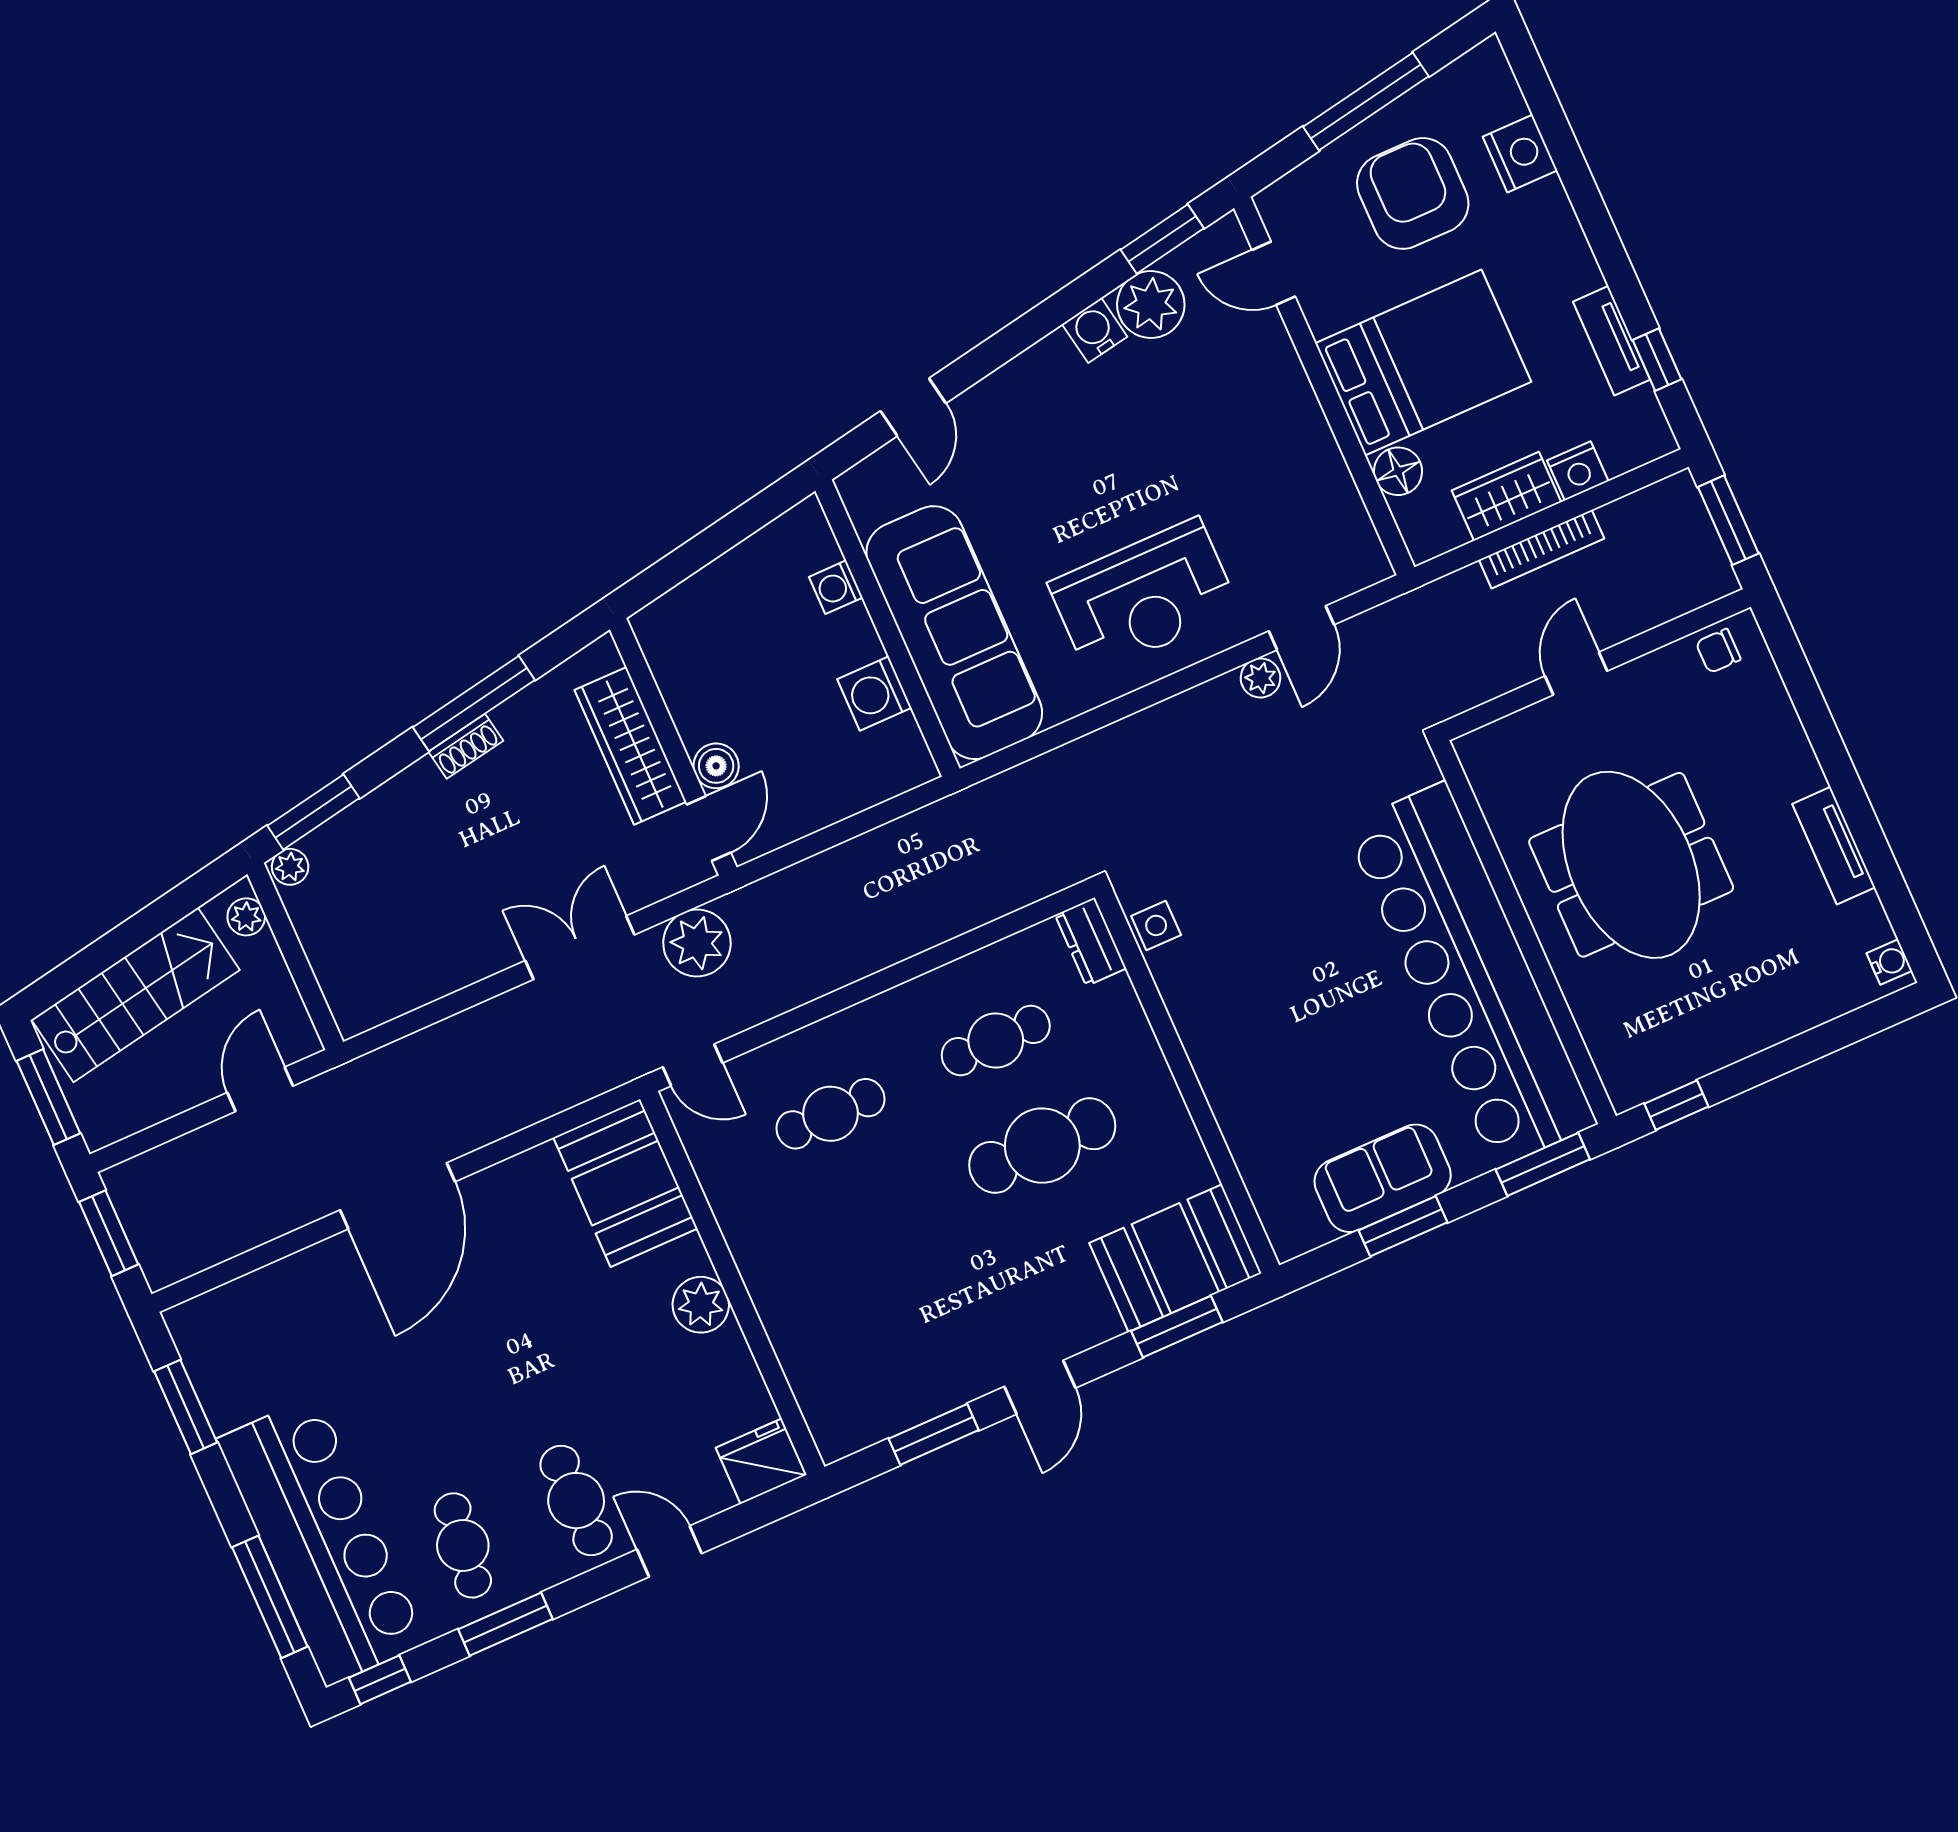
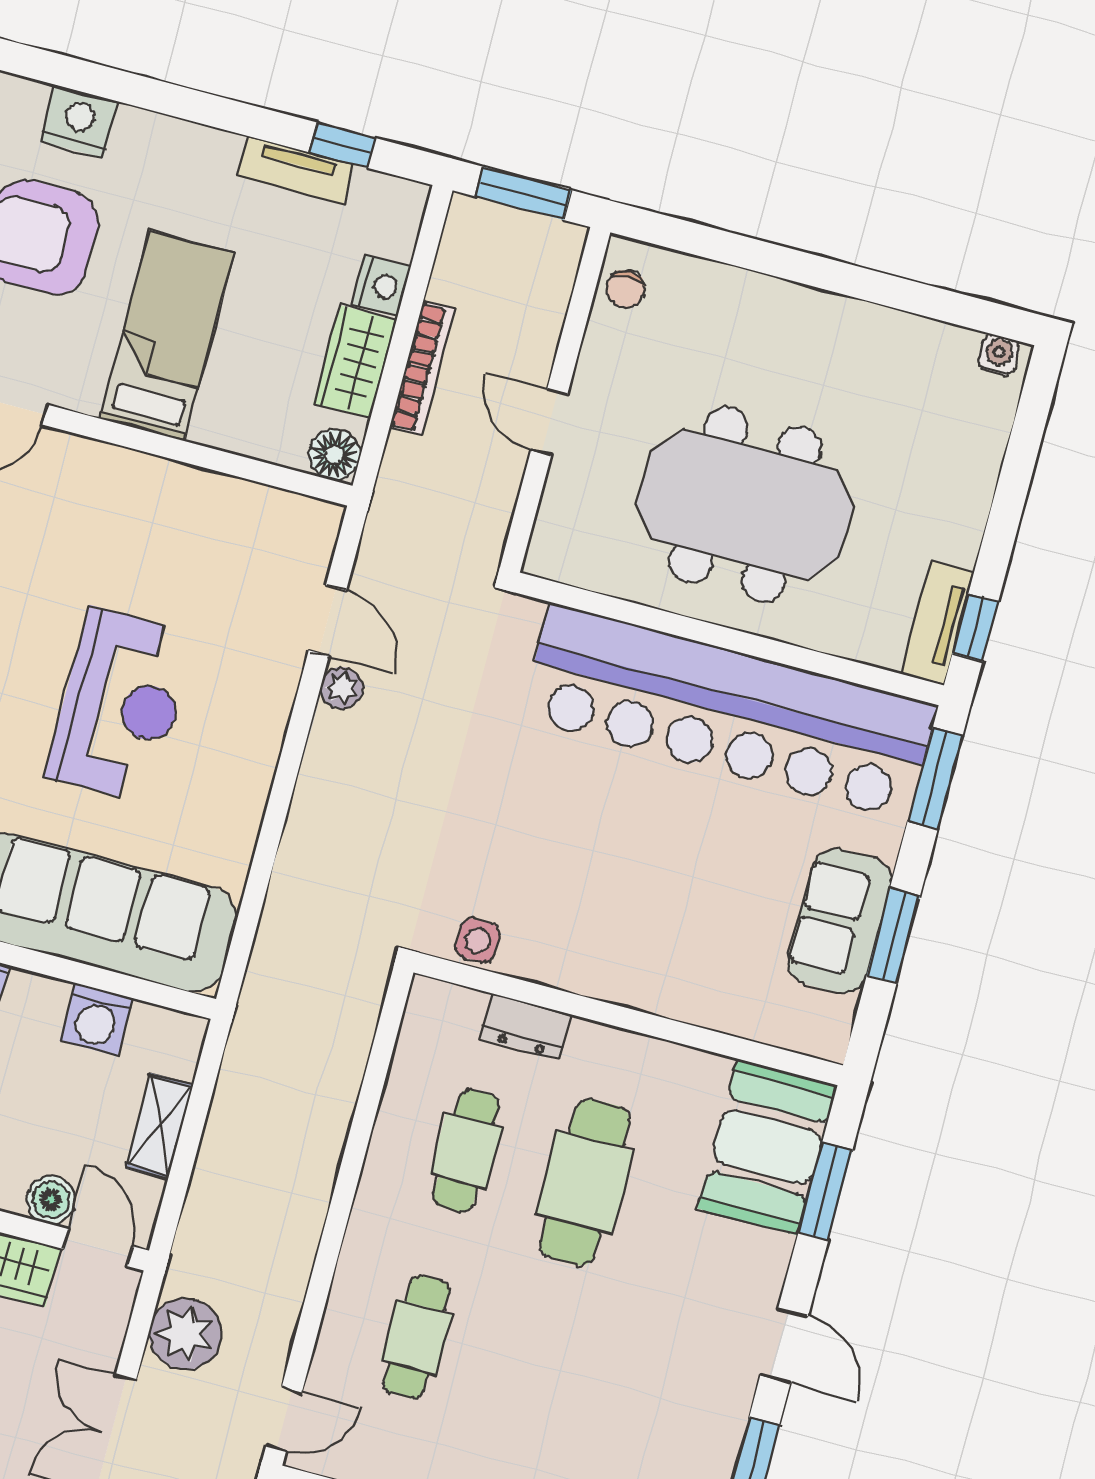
bed: (1423, 362) -> (167, 336), width x0.67
floor lamp: (1398, 471) -> (334, 455), moved
reception desk: (1144, 597) -> (121, 705), moved
shelving: (834, 802) -> (159, 1126), added
tv unit: (1834, 846) -> (937, 623), moved, turned 90
dresser: (1091, 942) -> (526, 1026), moved

